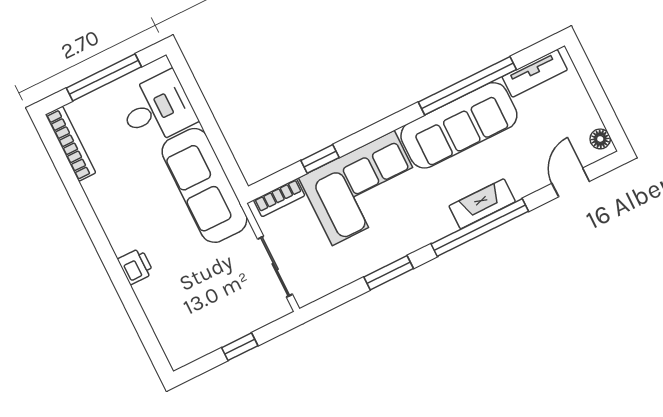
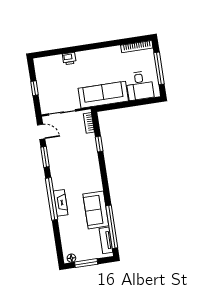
window: (467, 86) -> (112, 227), moved
window: (601, 102) -> (86, 263), added
sofa: (459, 125) -> (96, 210), width x0.73
door: (571, 182) -> (41, 132), moved
corner sofa: (363, 188) -> (82, 158), removed
printer: (136, 266) -> (69, 59), moved

